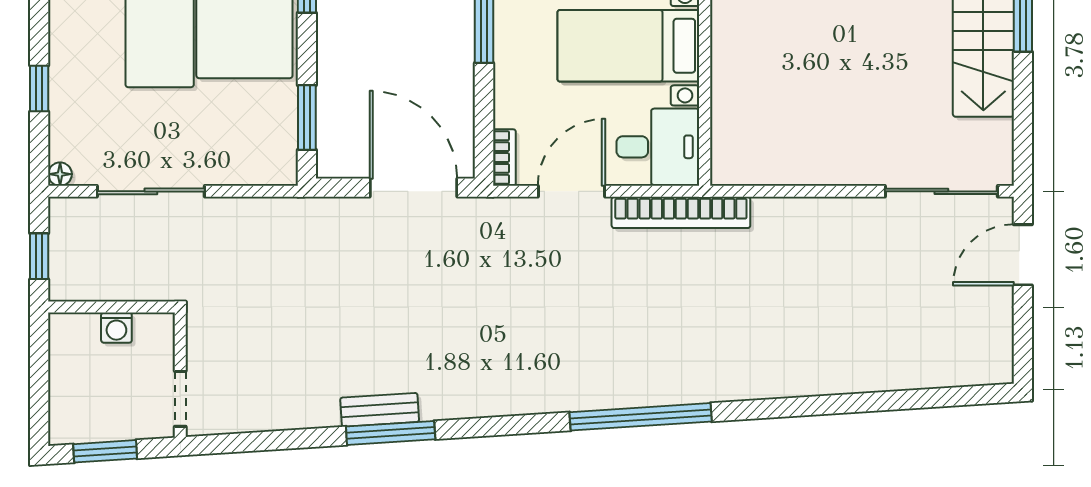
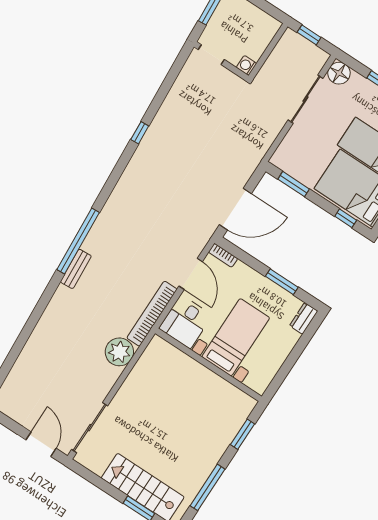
floor lamp: (60, 174) -> (339, 73), width x1.89, depth x1.89
plant: (781, 225) -> (119, 352), added
washing machine: (116, 328) -> (246, 65), moved
bench: (380, 410) -> (76, 269), moved
window: (391, 433) -> (140, 133), width x0.46

